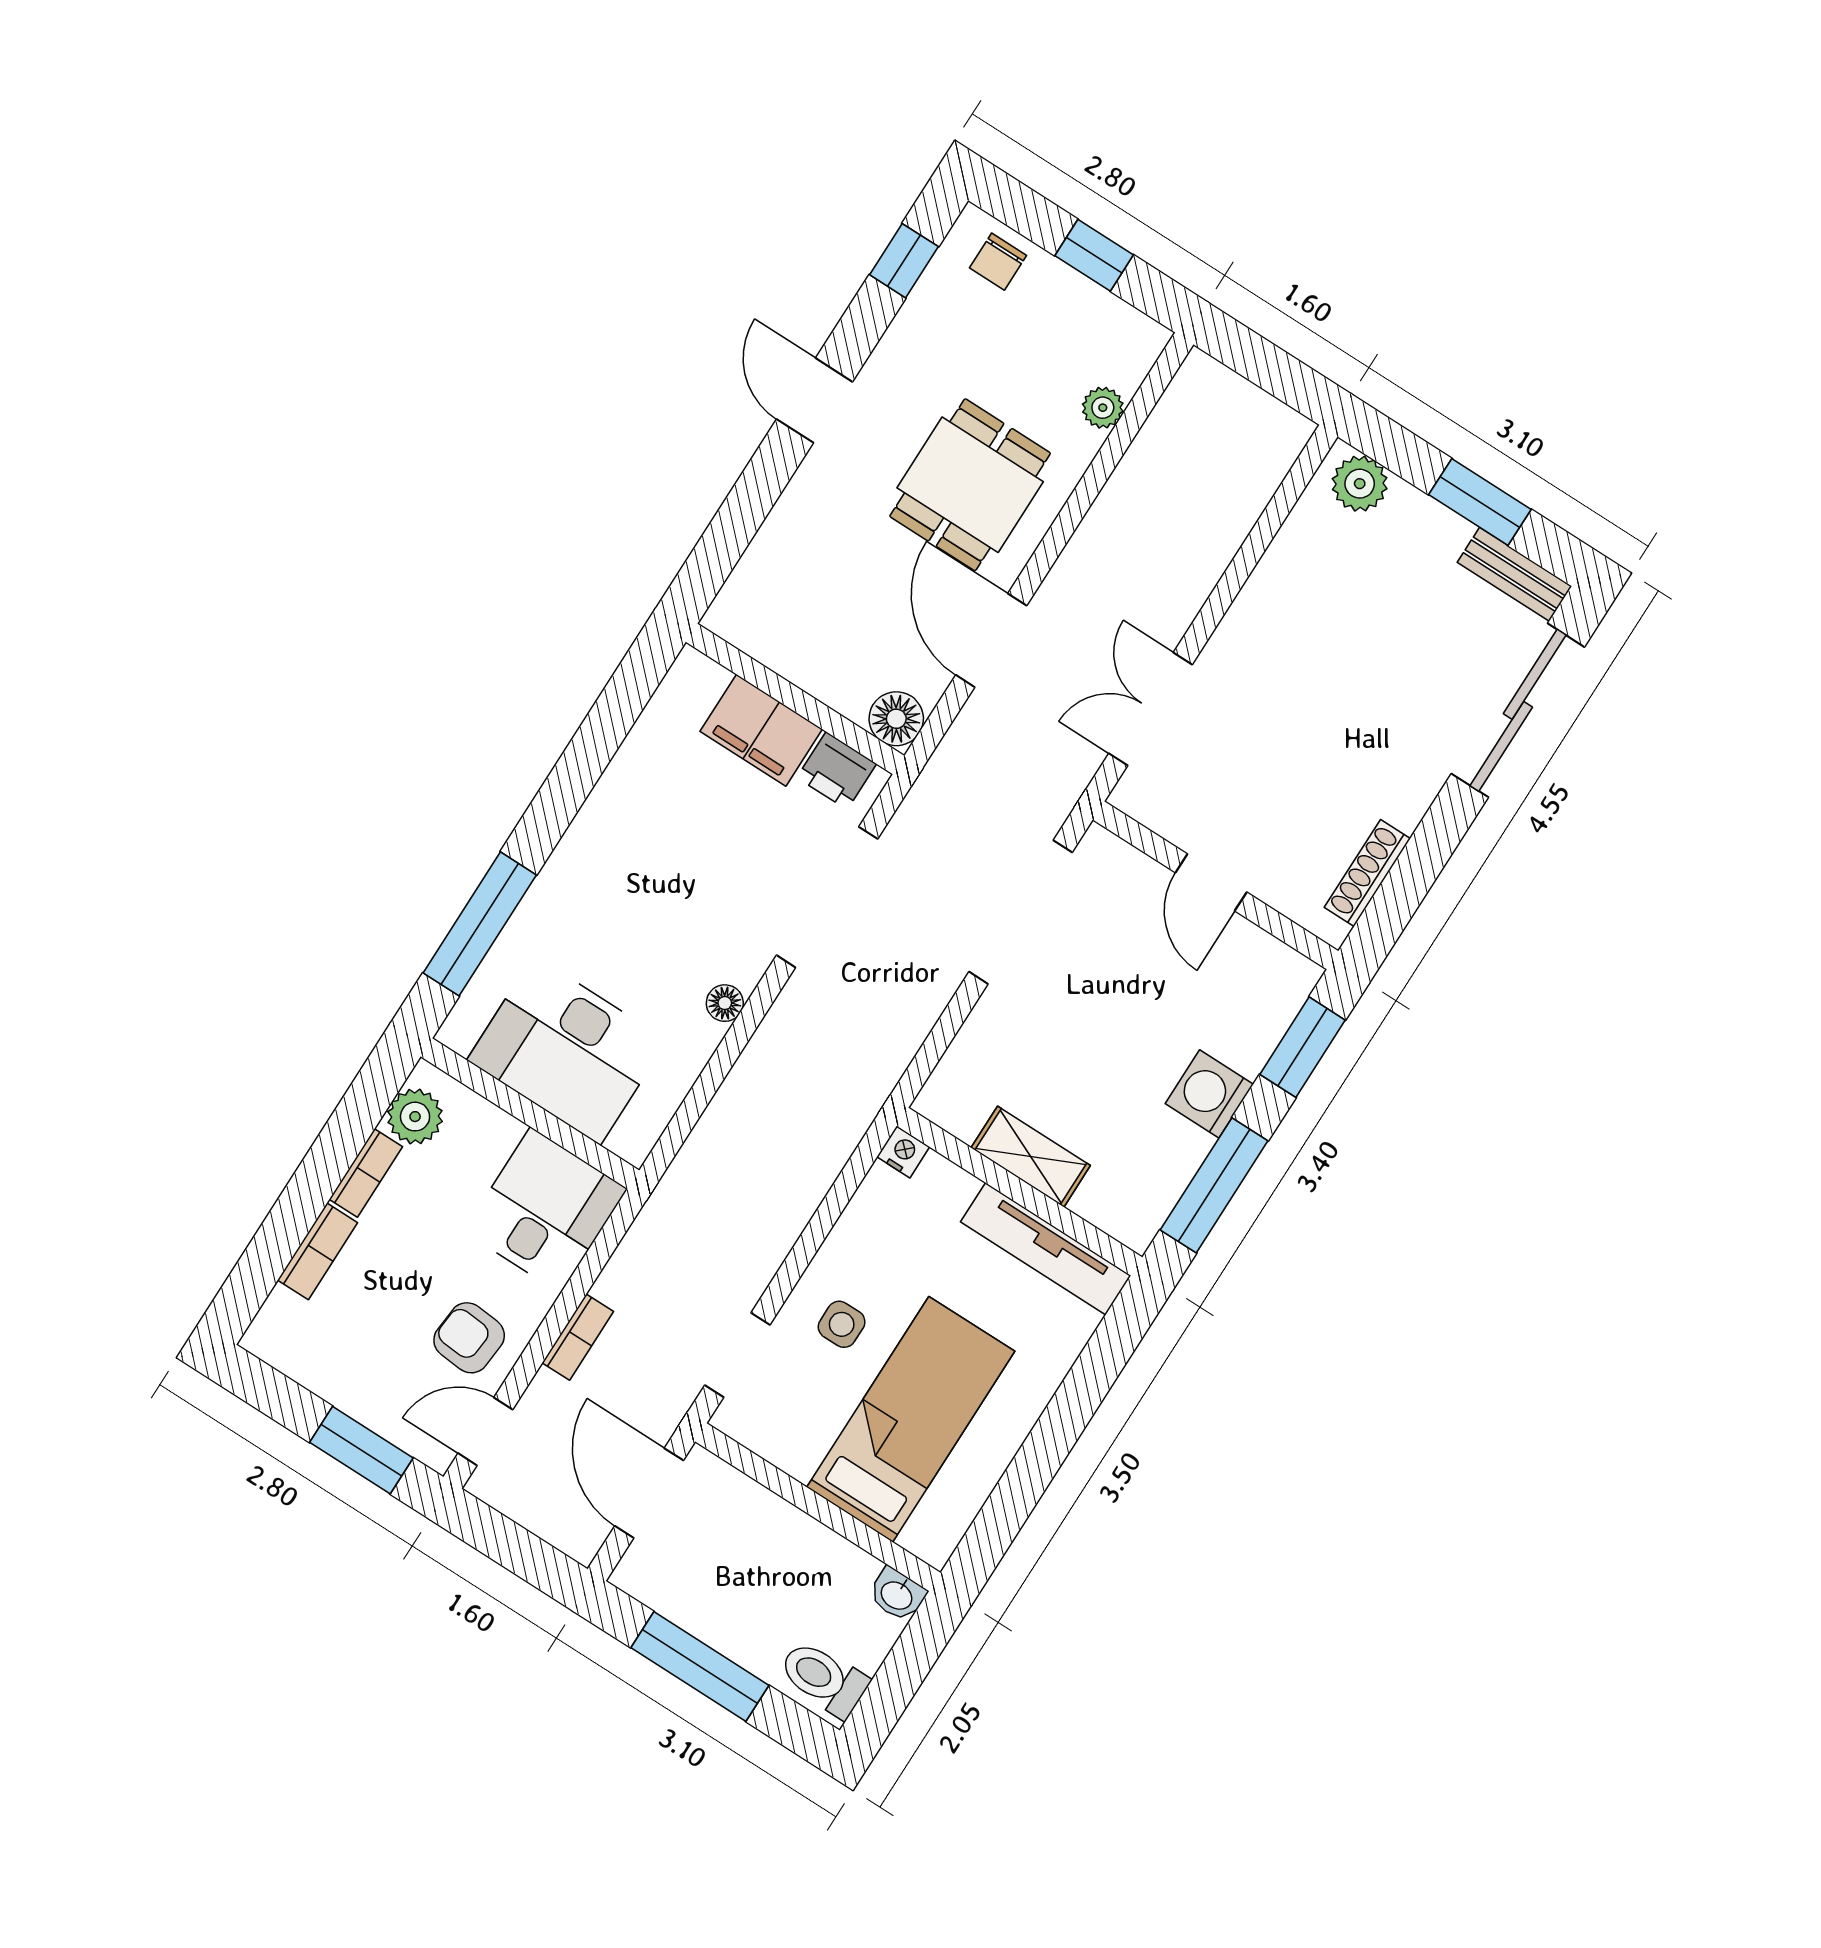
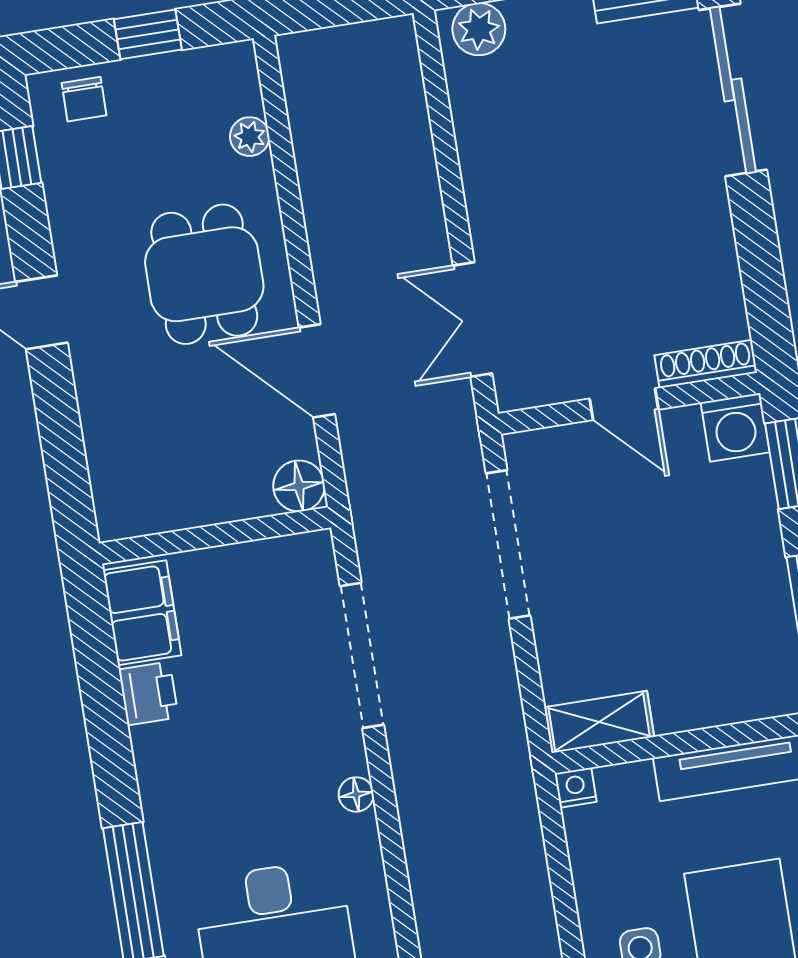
filing cabinet: (761, 730) -> (142, 613), moved, turned -90
printer: (837, 771) -> (148, 693), moved, turned -90
shoe rack: (1367, 873) -> (706, 364), moved, turned 90
washing machine: (1209, 1094) -> (735, 427), moved, turned -90
shelving: (1031, 1157) -> (599, 722), moved

